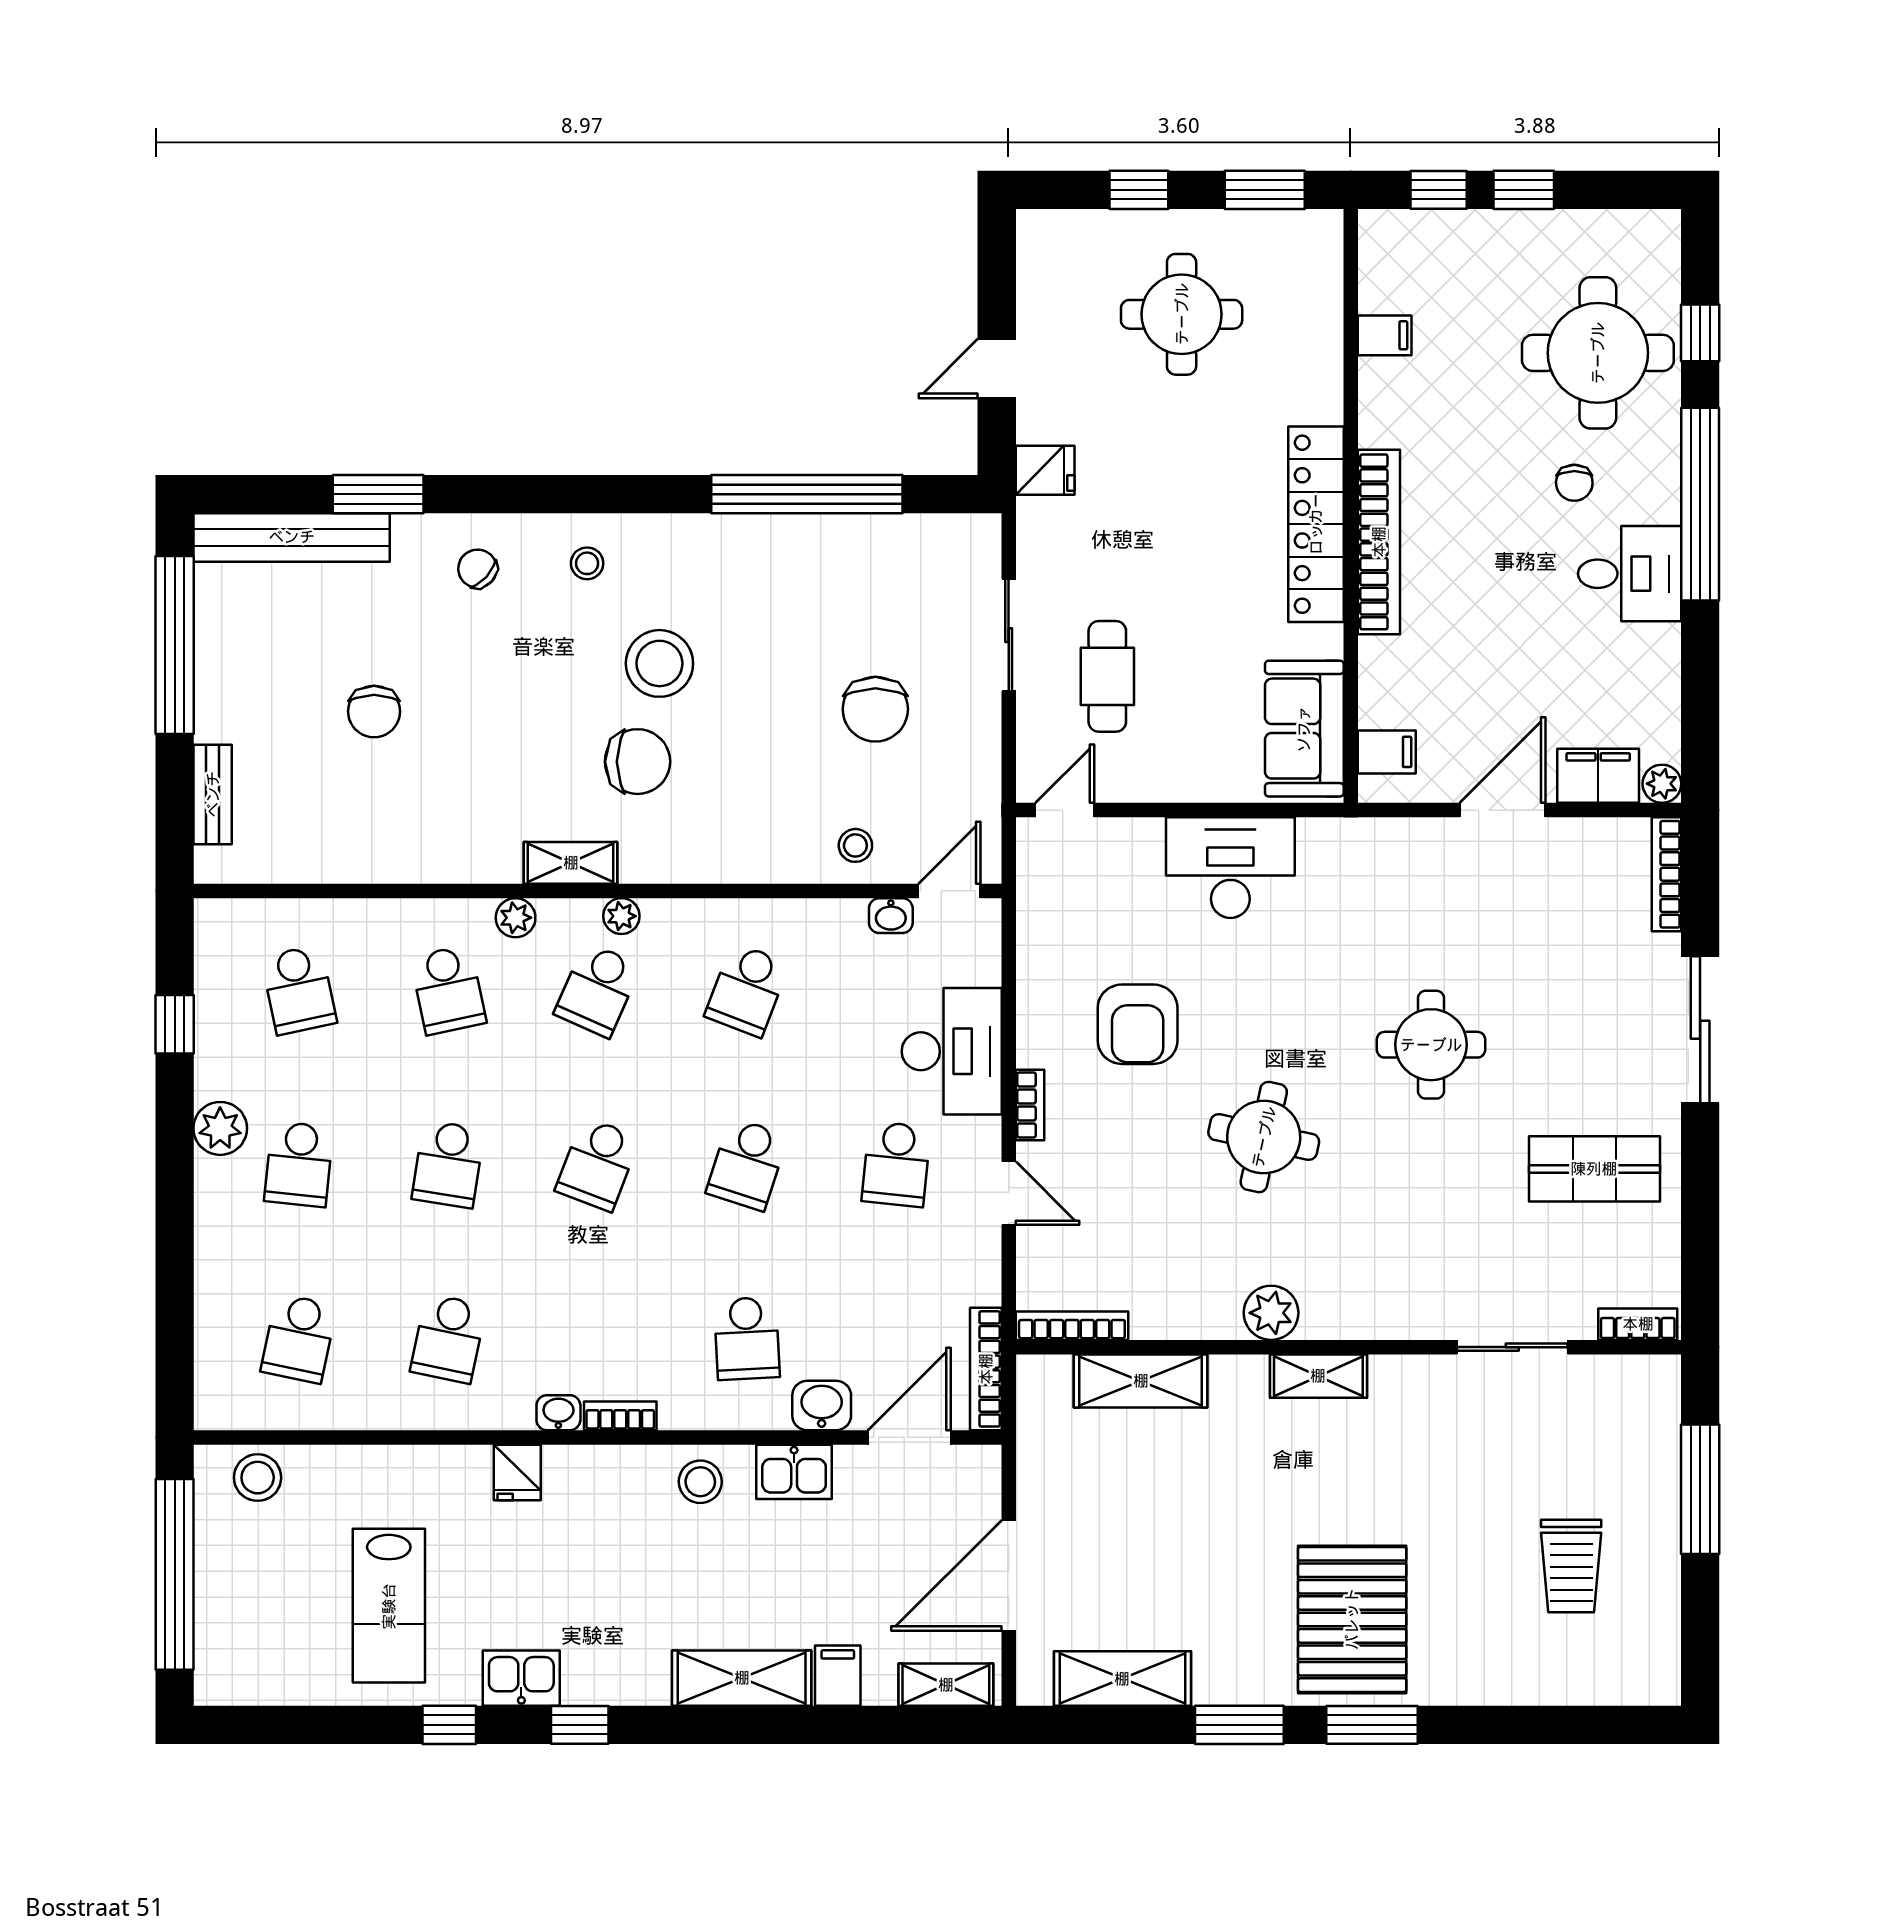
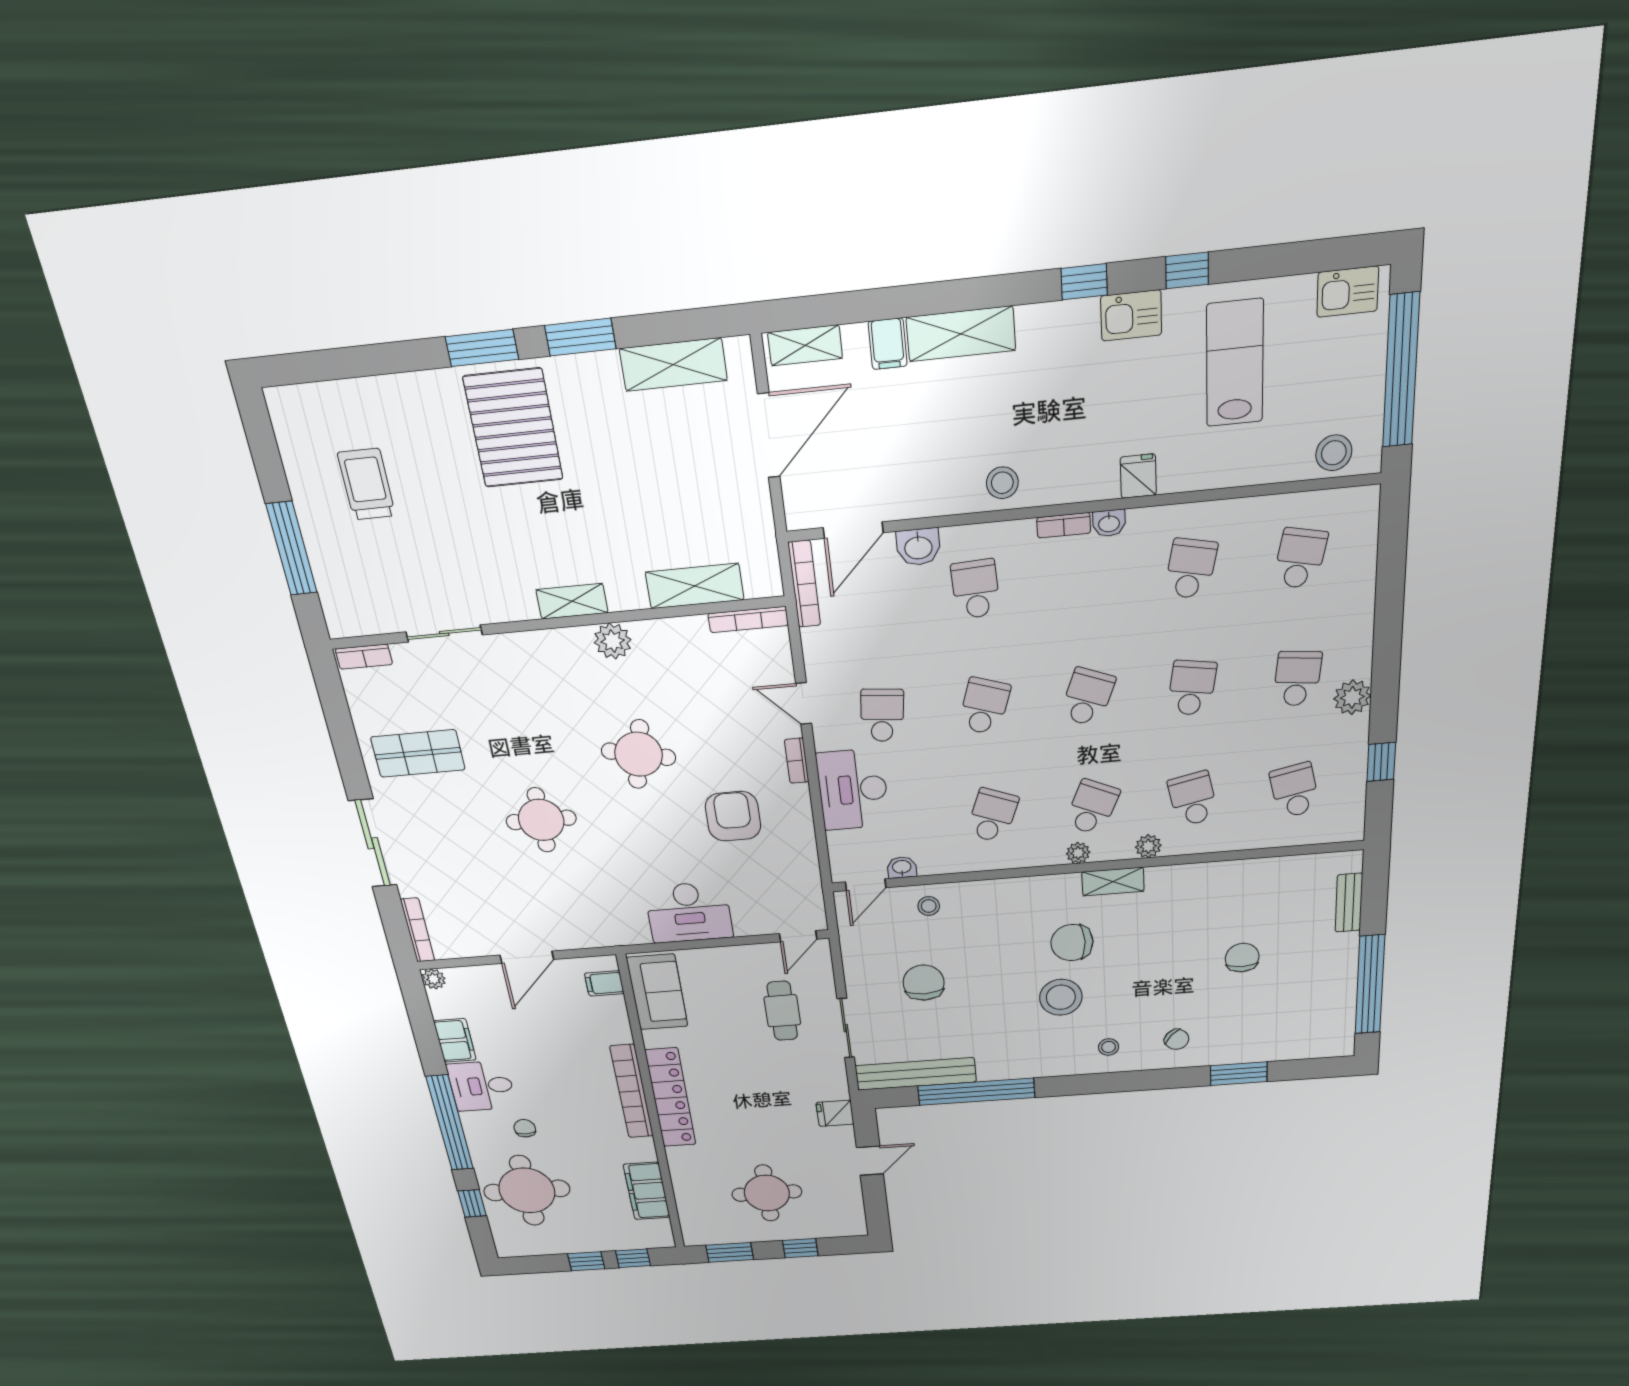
filing cabinet: (1385, 335) -> (647, 1191), width x3.00, depth x1.17
bench: (292, 537) -> (916, 1074), moved
filing cabinet: (1598, 776) -> (455, 1040), moved, turned -90
kitchen sink: (794, 1472) -> (1348, 292), moved, turned 180

